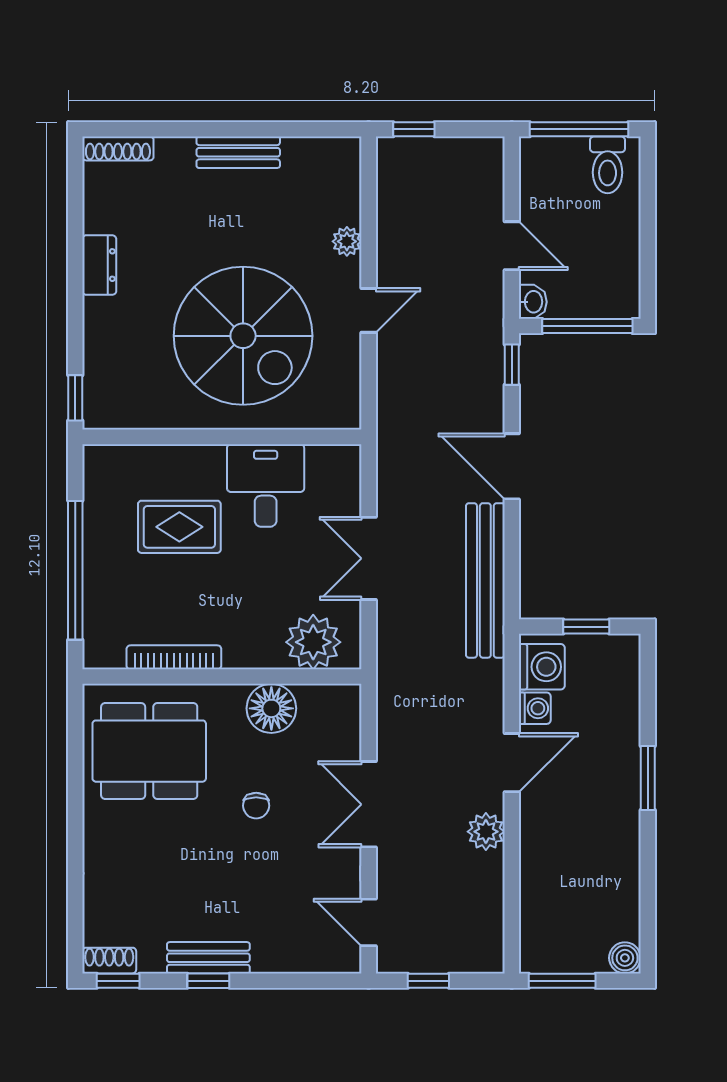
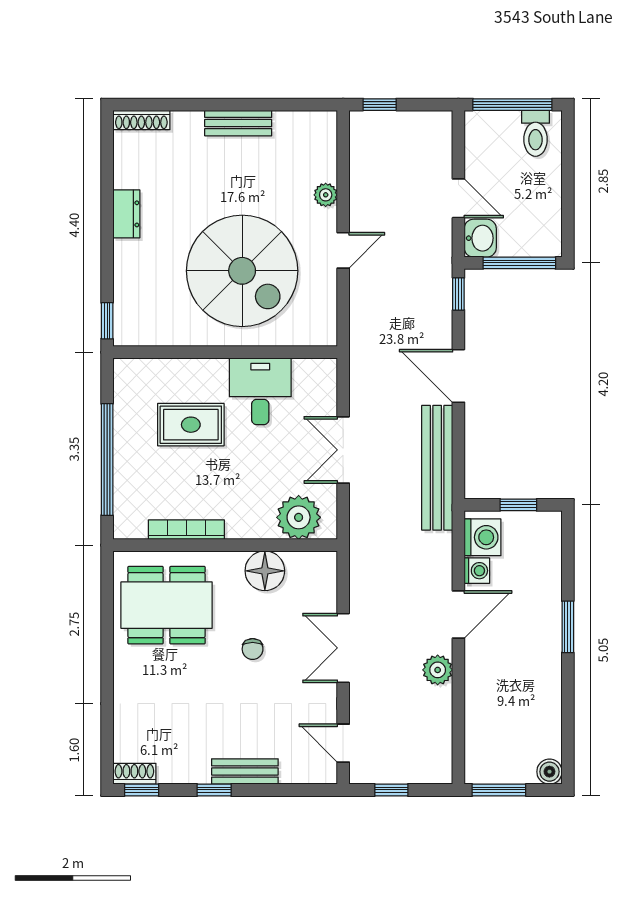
washbasin: (533, 302) -> (480, 238), width x1.38, depth x1.45
bench: (208, 958) -> (245, 772), moved

